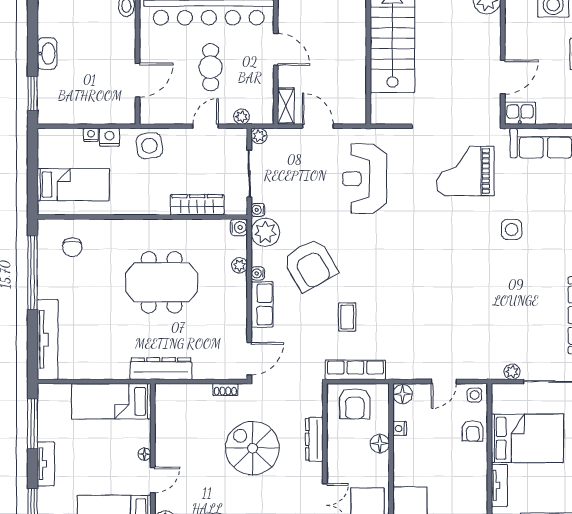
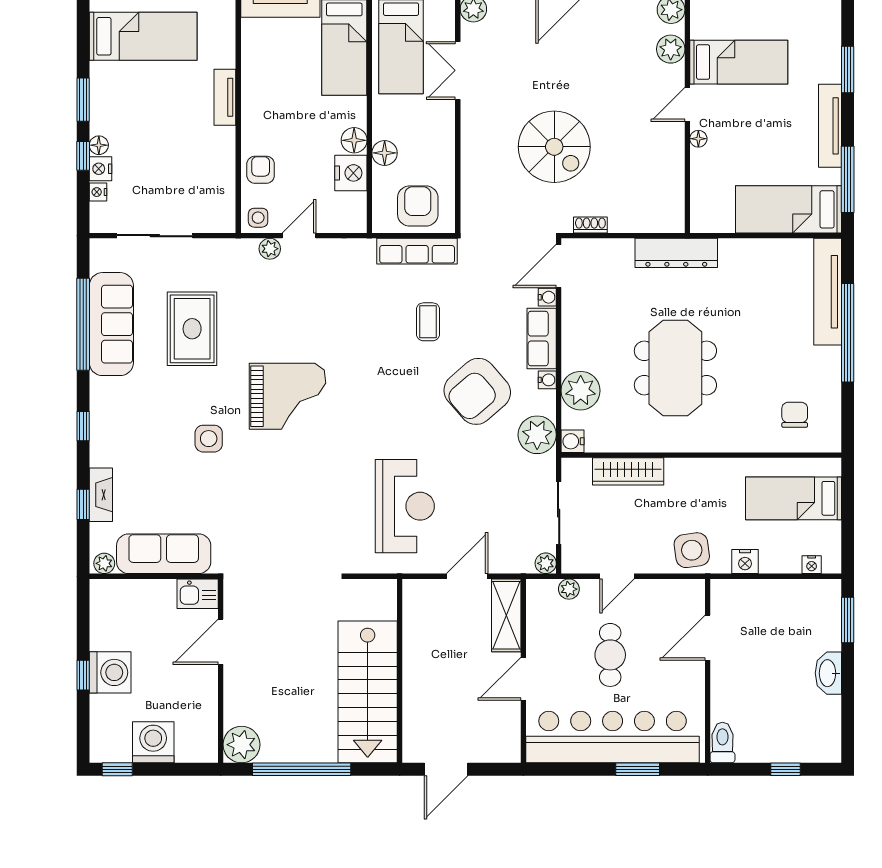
door: (276, 49) -> (523, 679), hinge flipped
shelving: (286, 106) -> (506, 615), width x1.50, depth x1.33
door: (318, 126) -> (467, 576), swing flipped
nightstand: (91, 135) -> (812, 565), moved
grand piano: (465, 171) -> (287, 396), moved
water cooler: (258, 210) -> (547, 297), moved
plant: (240, 265) -> (581, 391), width x1.88, depth x1.88
armchair: (310, 265) -> (477, 391), turned -101
window: (33, 273) -> (848, 333), moved
meeting table: (162, 282) -> (675, 368), turned 90
rug: (524, 312) -> (192, 329), added
plant: (512, 372) -> (270, 249), moved
floor lamp: (403, 394) -> (354, 140), moved
bed: (111, 401) -> (789, 209), moved, turned 180
nightstand: (400, 429) -> (351, 173), width x1.89, depth x1.79
bed: (527, 438) -> (188, 160), removed
dresser: (314, 439) -> (472, 159), removed
tv unit: (46, 464) -> (830, 126), width x1.41

